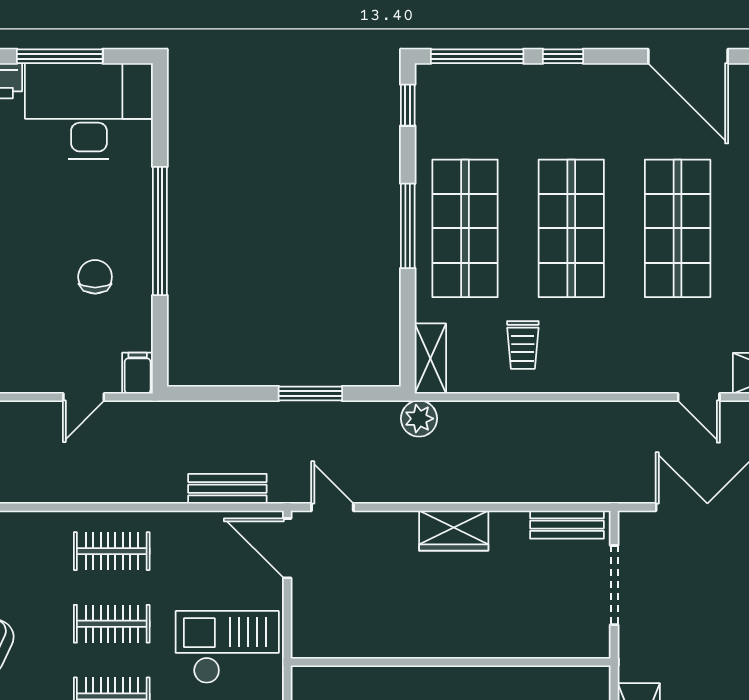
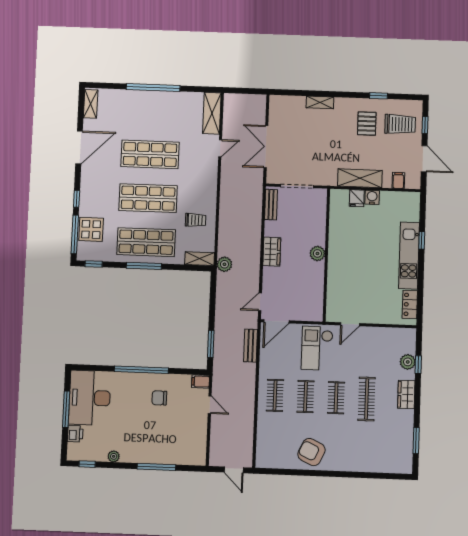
display table: (491, 95) -> (91, 229), added
window: (310, 394) -> (211, 344), moved
plant: (453, 640) -> (317, 253), added

